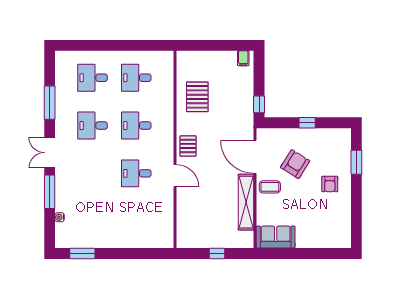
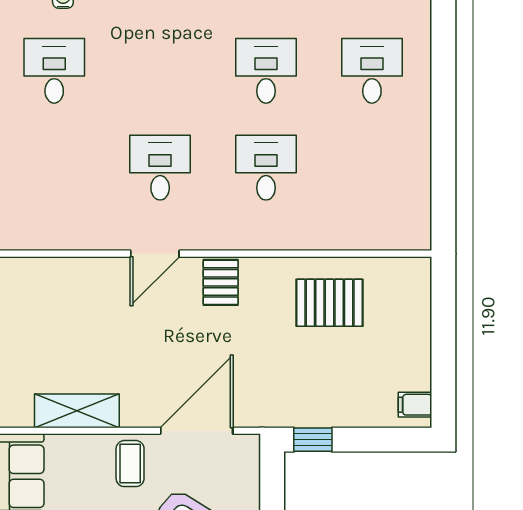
desk: (136, 78) -> (54, 71), moved
pallet: (188, 146) -> (221, 282), turned 90
shelving: (246, 202) -> (77, 411), width x0.68

